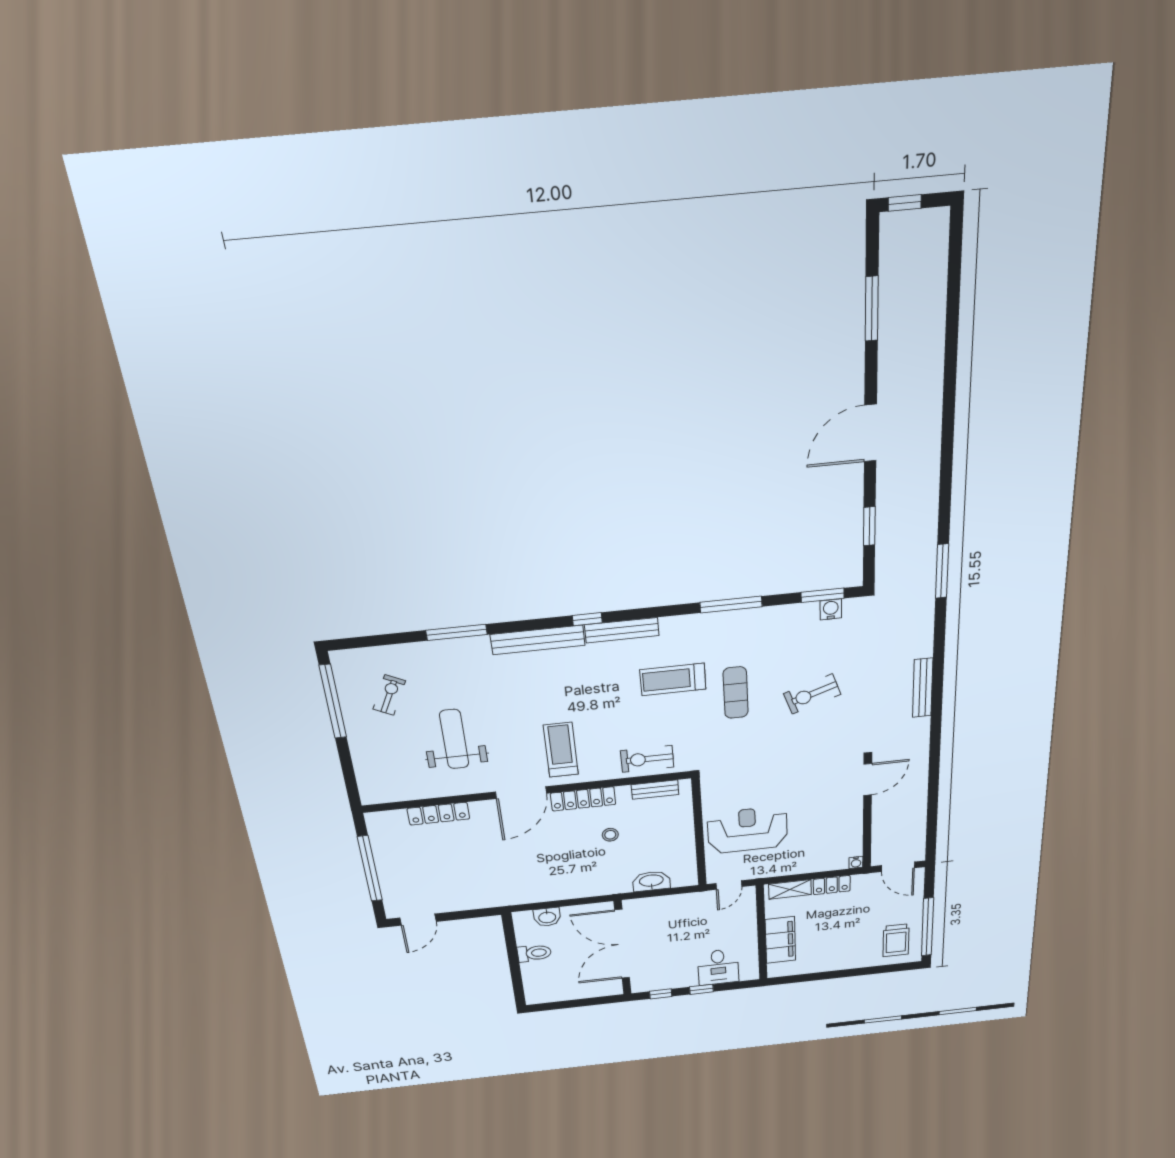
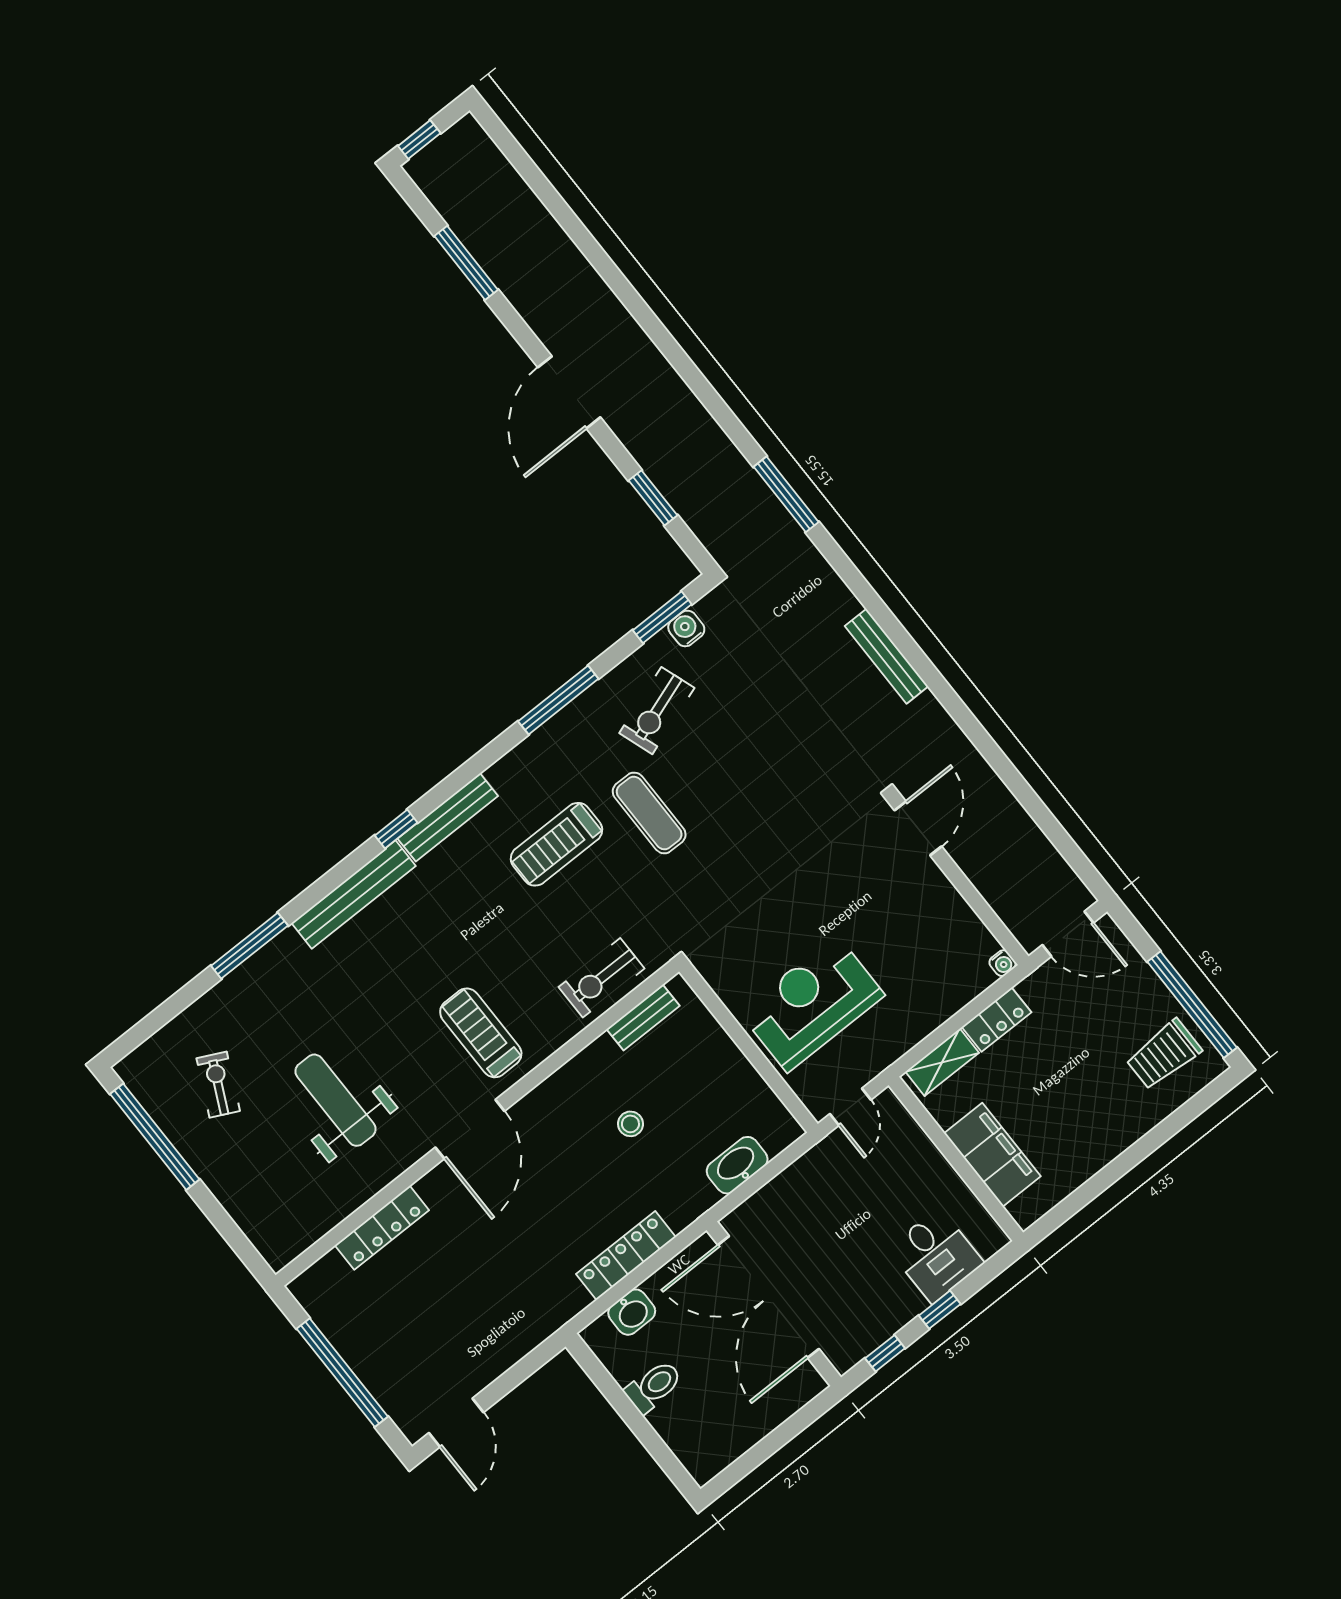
exercise bike: (812, 694) -> (657, 711), moved
locker: (583, 799) -> (626, 1256), moved, turned 180
trolley: (896, 940) -> (1164, 1054), turned 90

